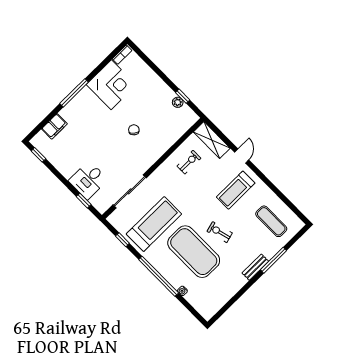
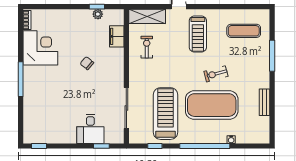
filing cabinet: (54, 126) -> (117, 36), moved, turned 180
bench: (255, 267) -> (264, 102), moved

